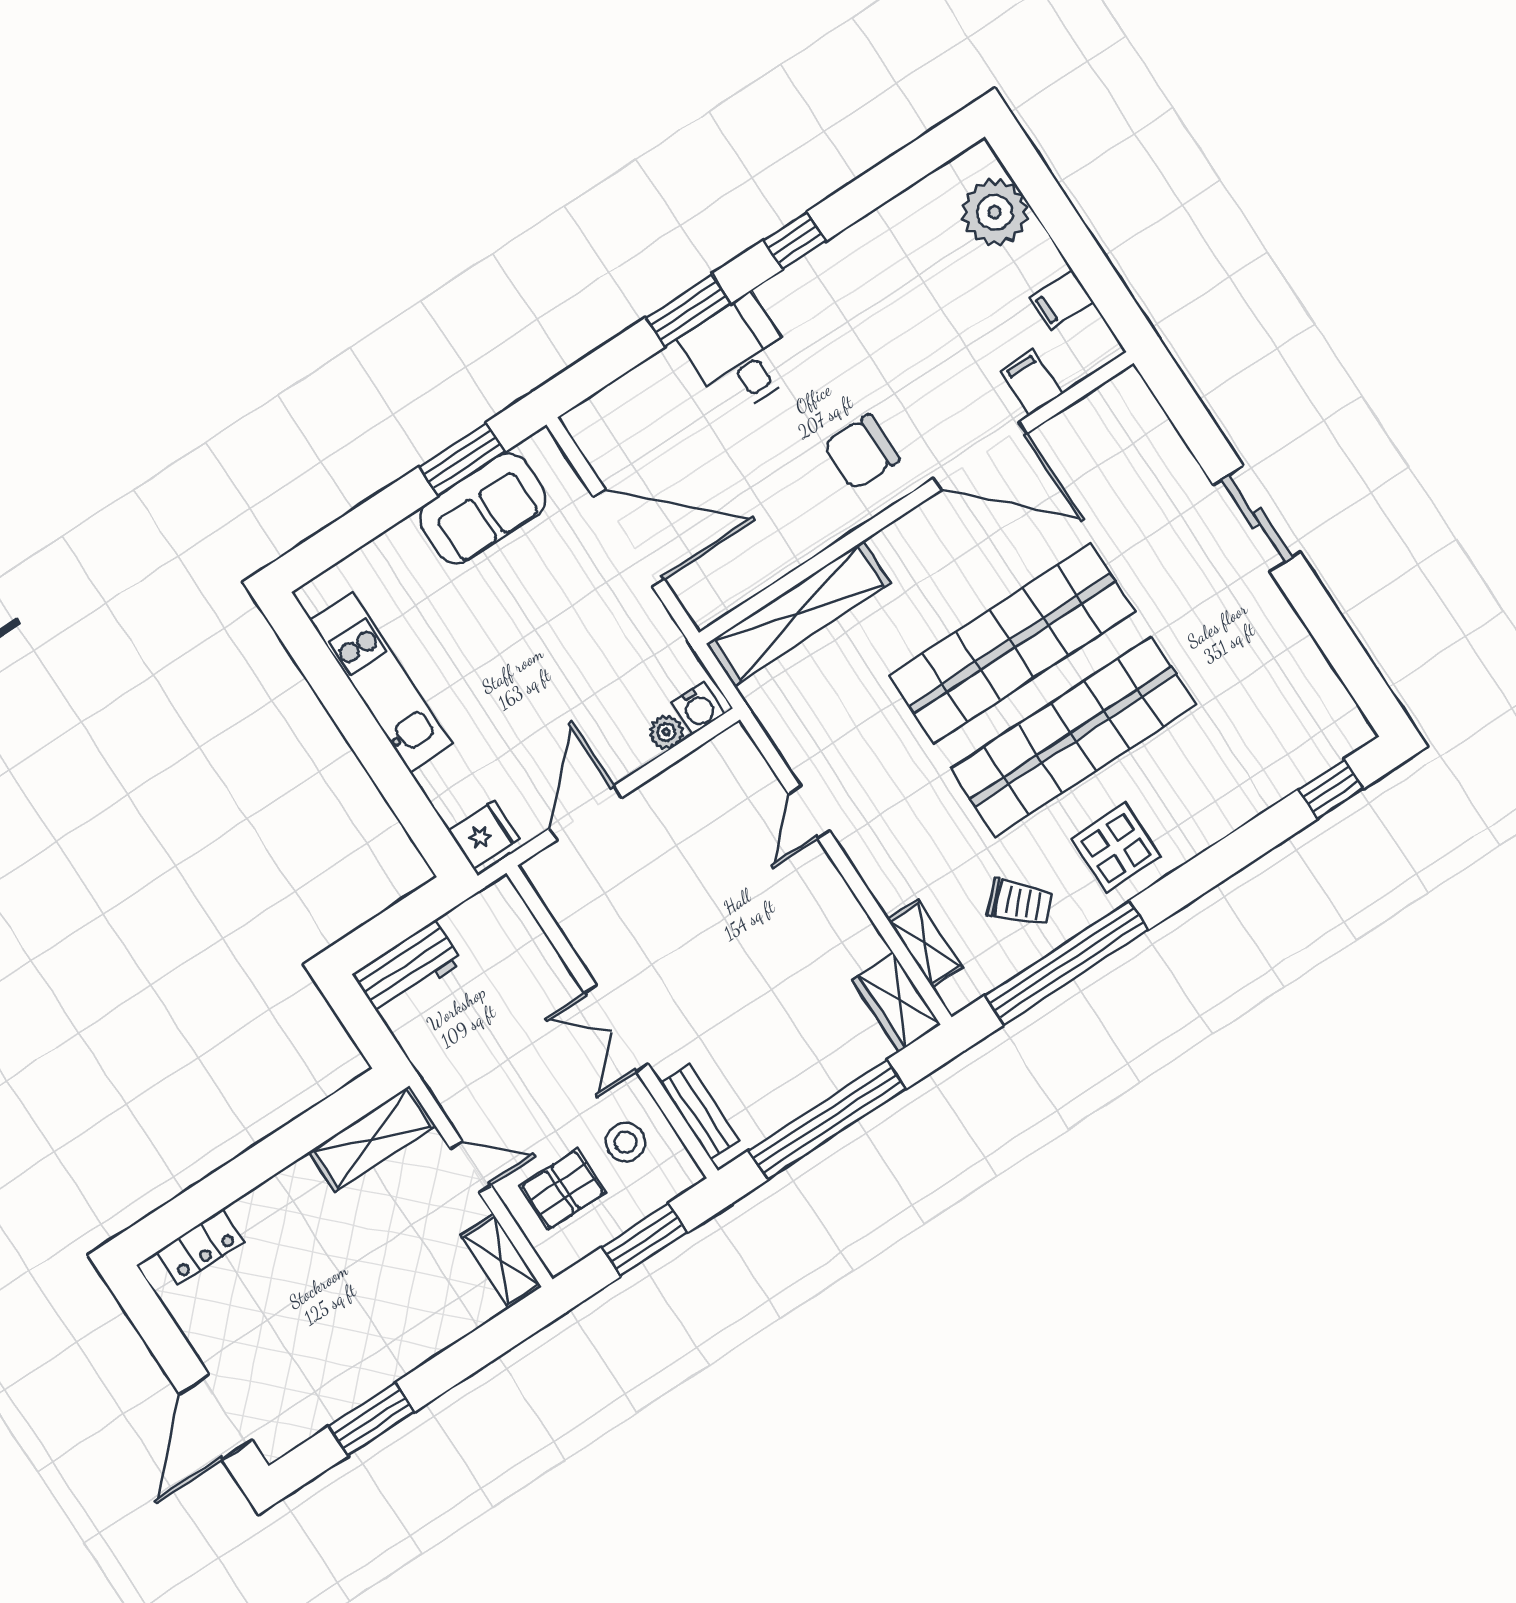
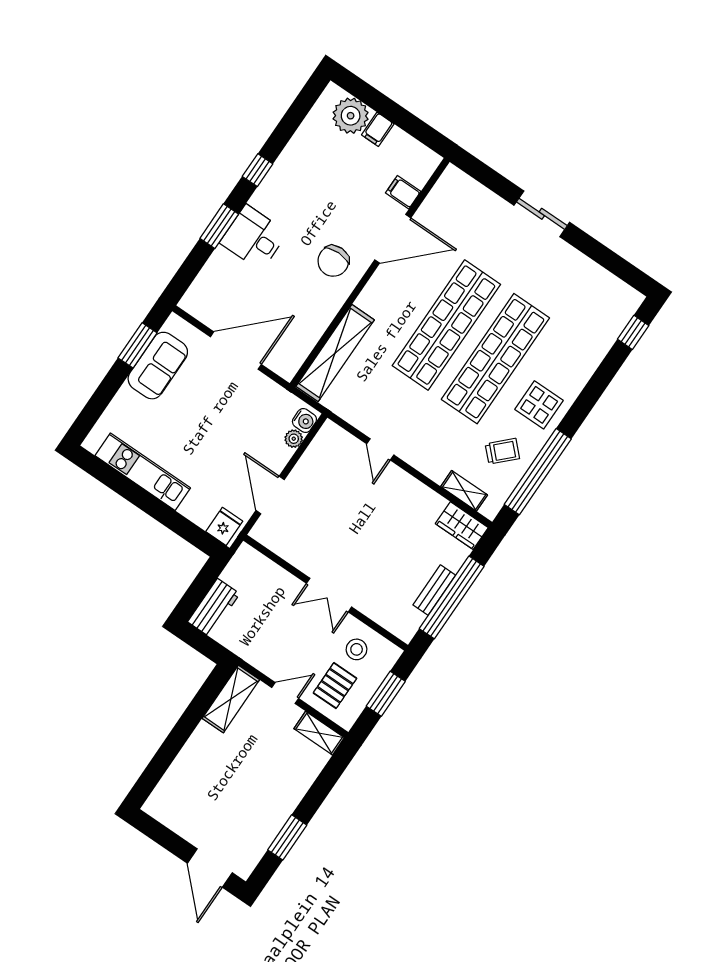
filing cabinet: (1062, 300) -> (378, 129), moved
bench: (700, 1112) -> (434, 590), moved, turned 90
locker: (200, 1247) -> (168, 787), removed

